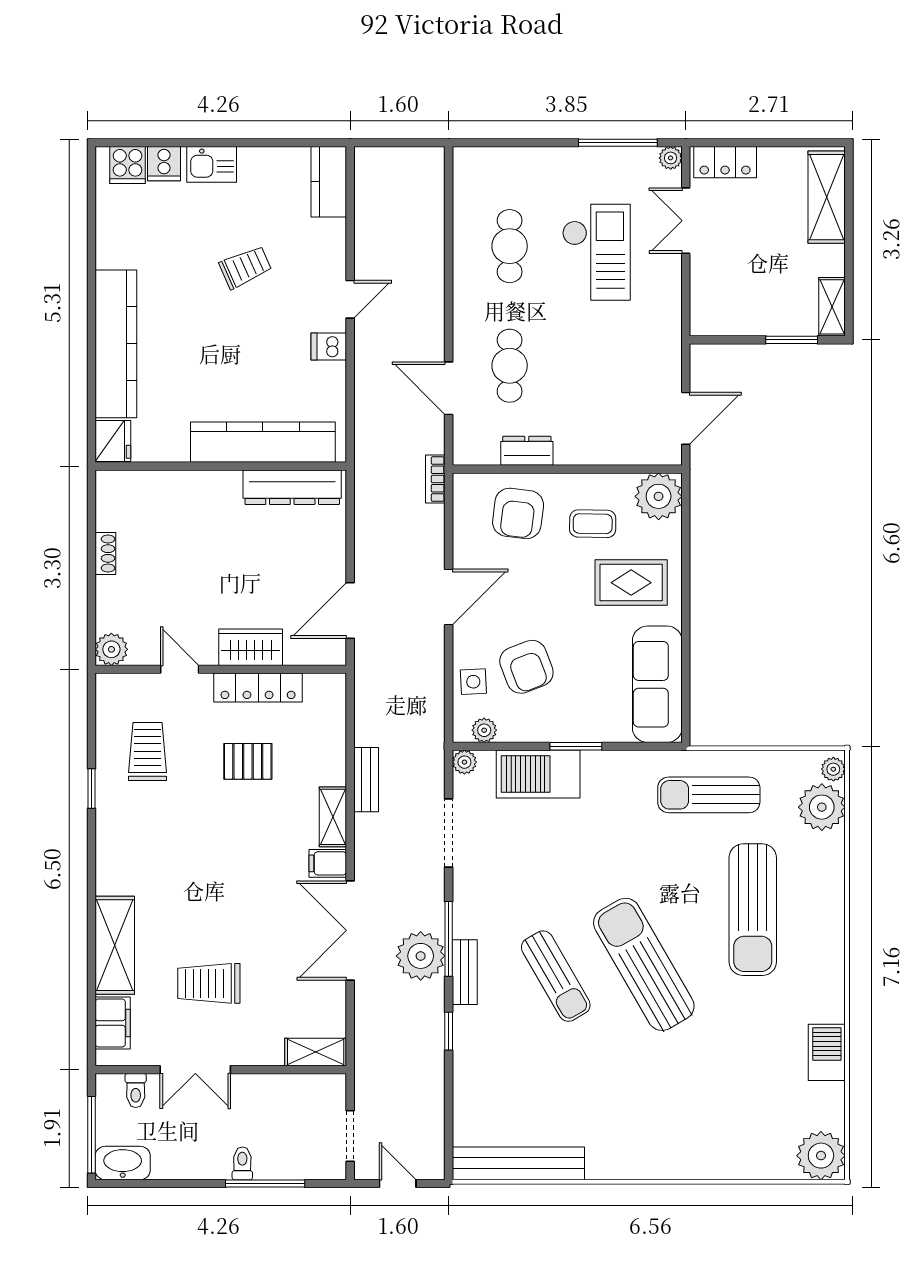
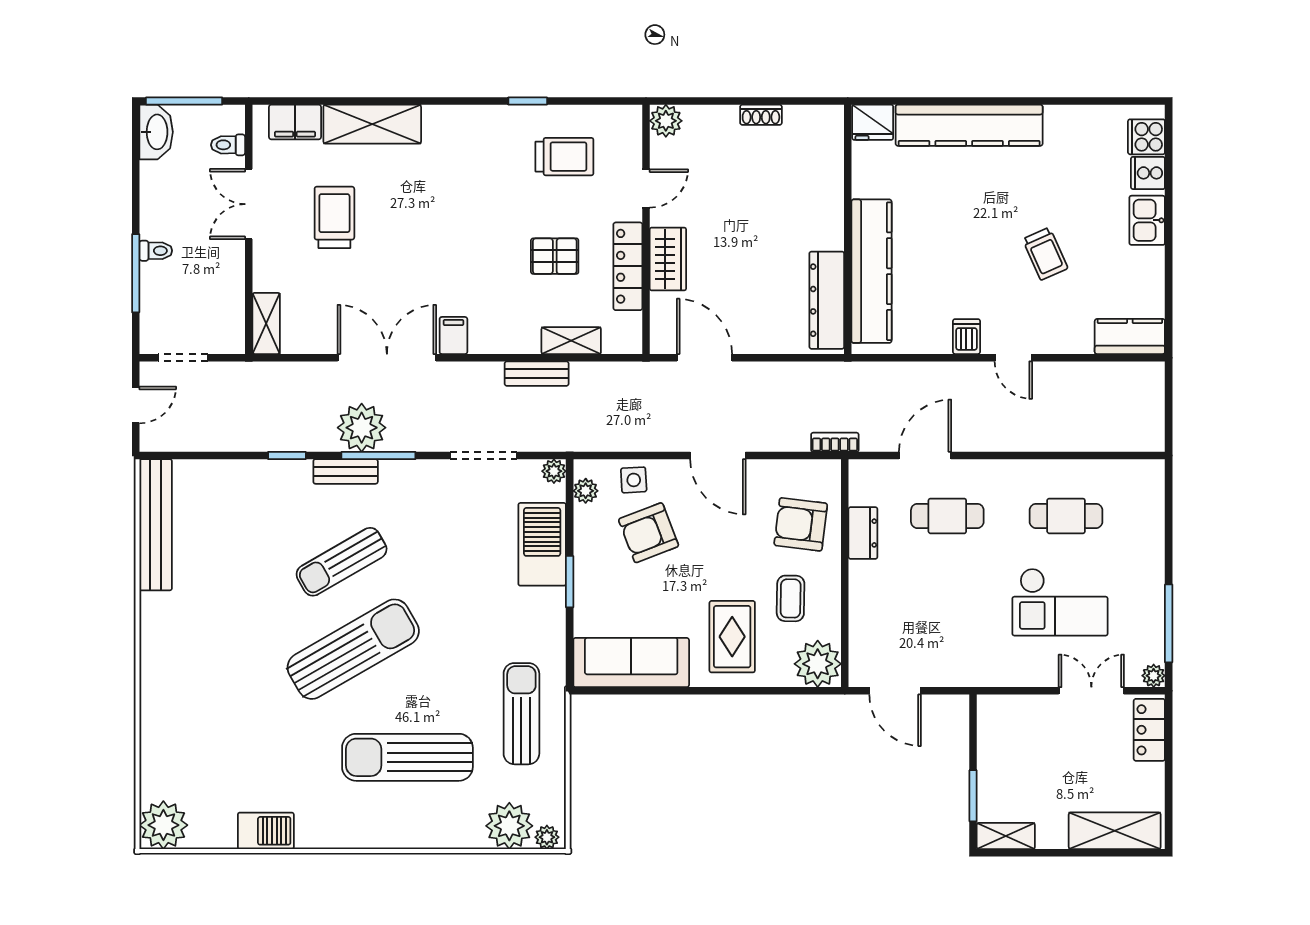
pallet: (248, 761) -> (555, 256), turned 90
shelving: (333, 817) -> (571, 341), moved

